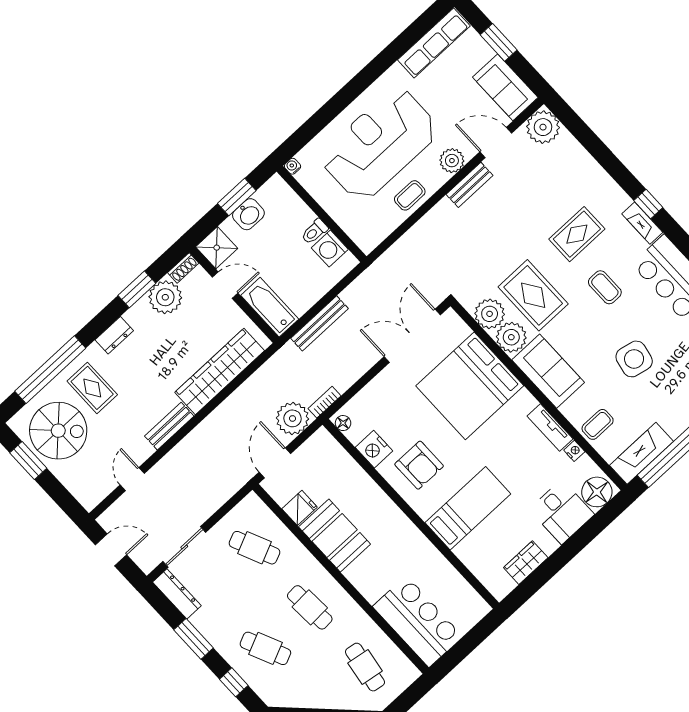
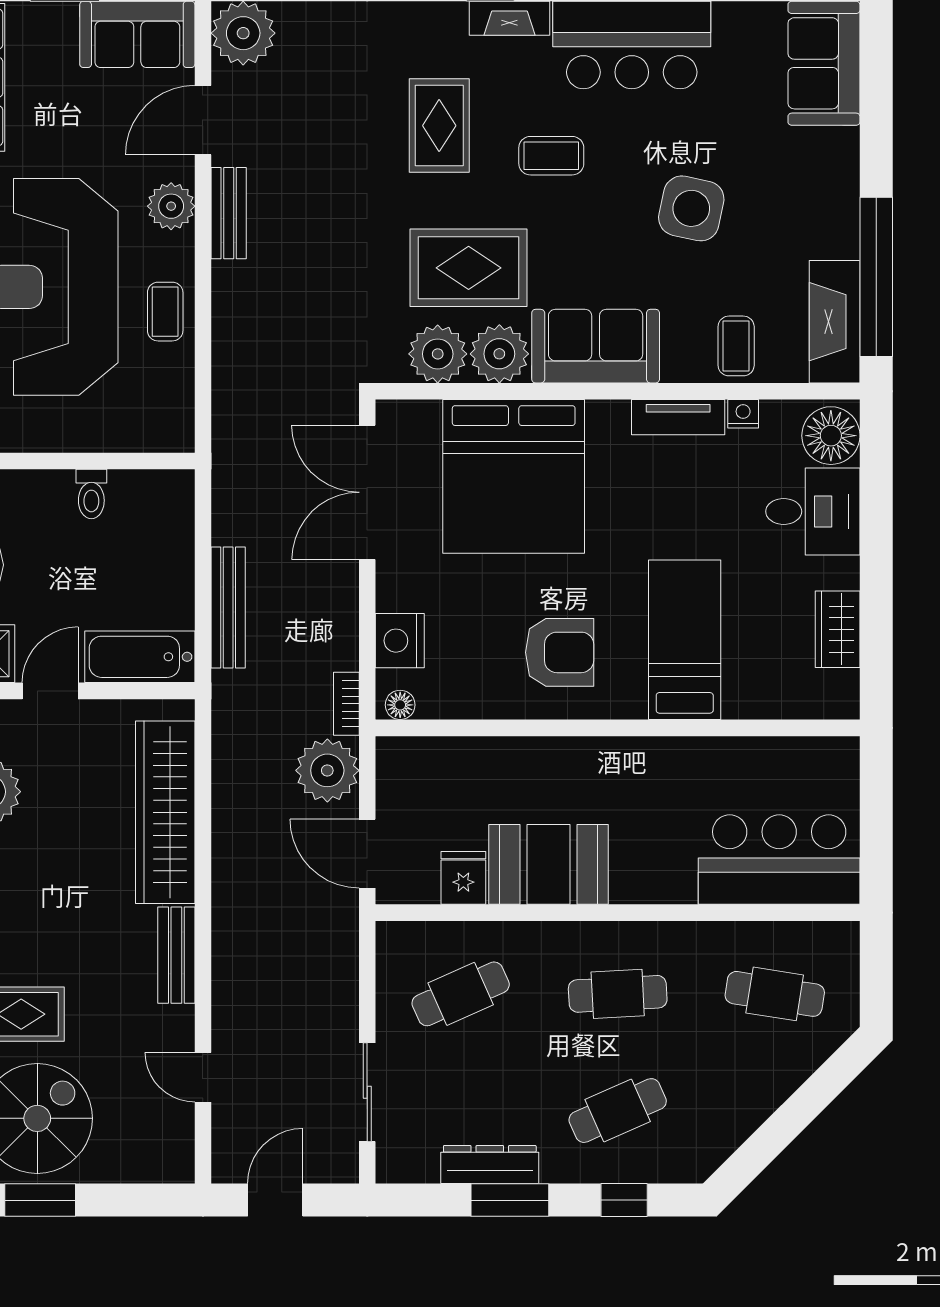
washing machine: (330, 249) -> (135, 495), removed
nightstand: (374, 449) -> (400, 641), moved, turned 90
dresser: (177, 594) -> (490, 1164), moved

